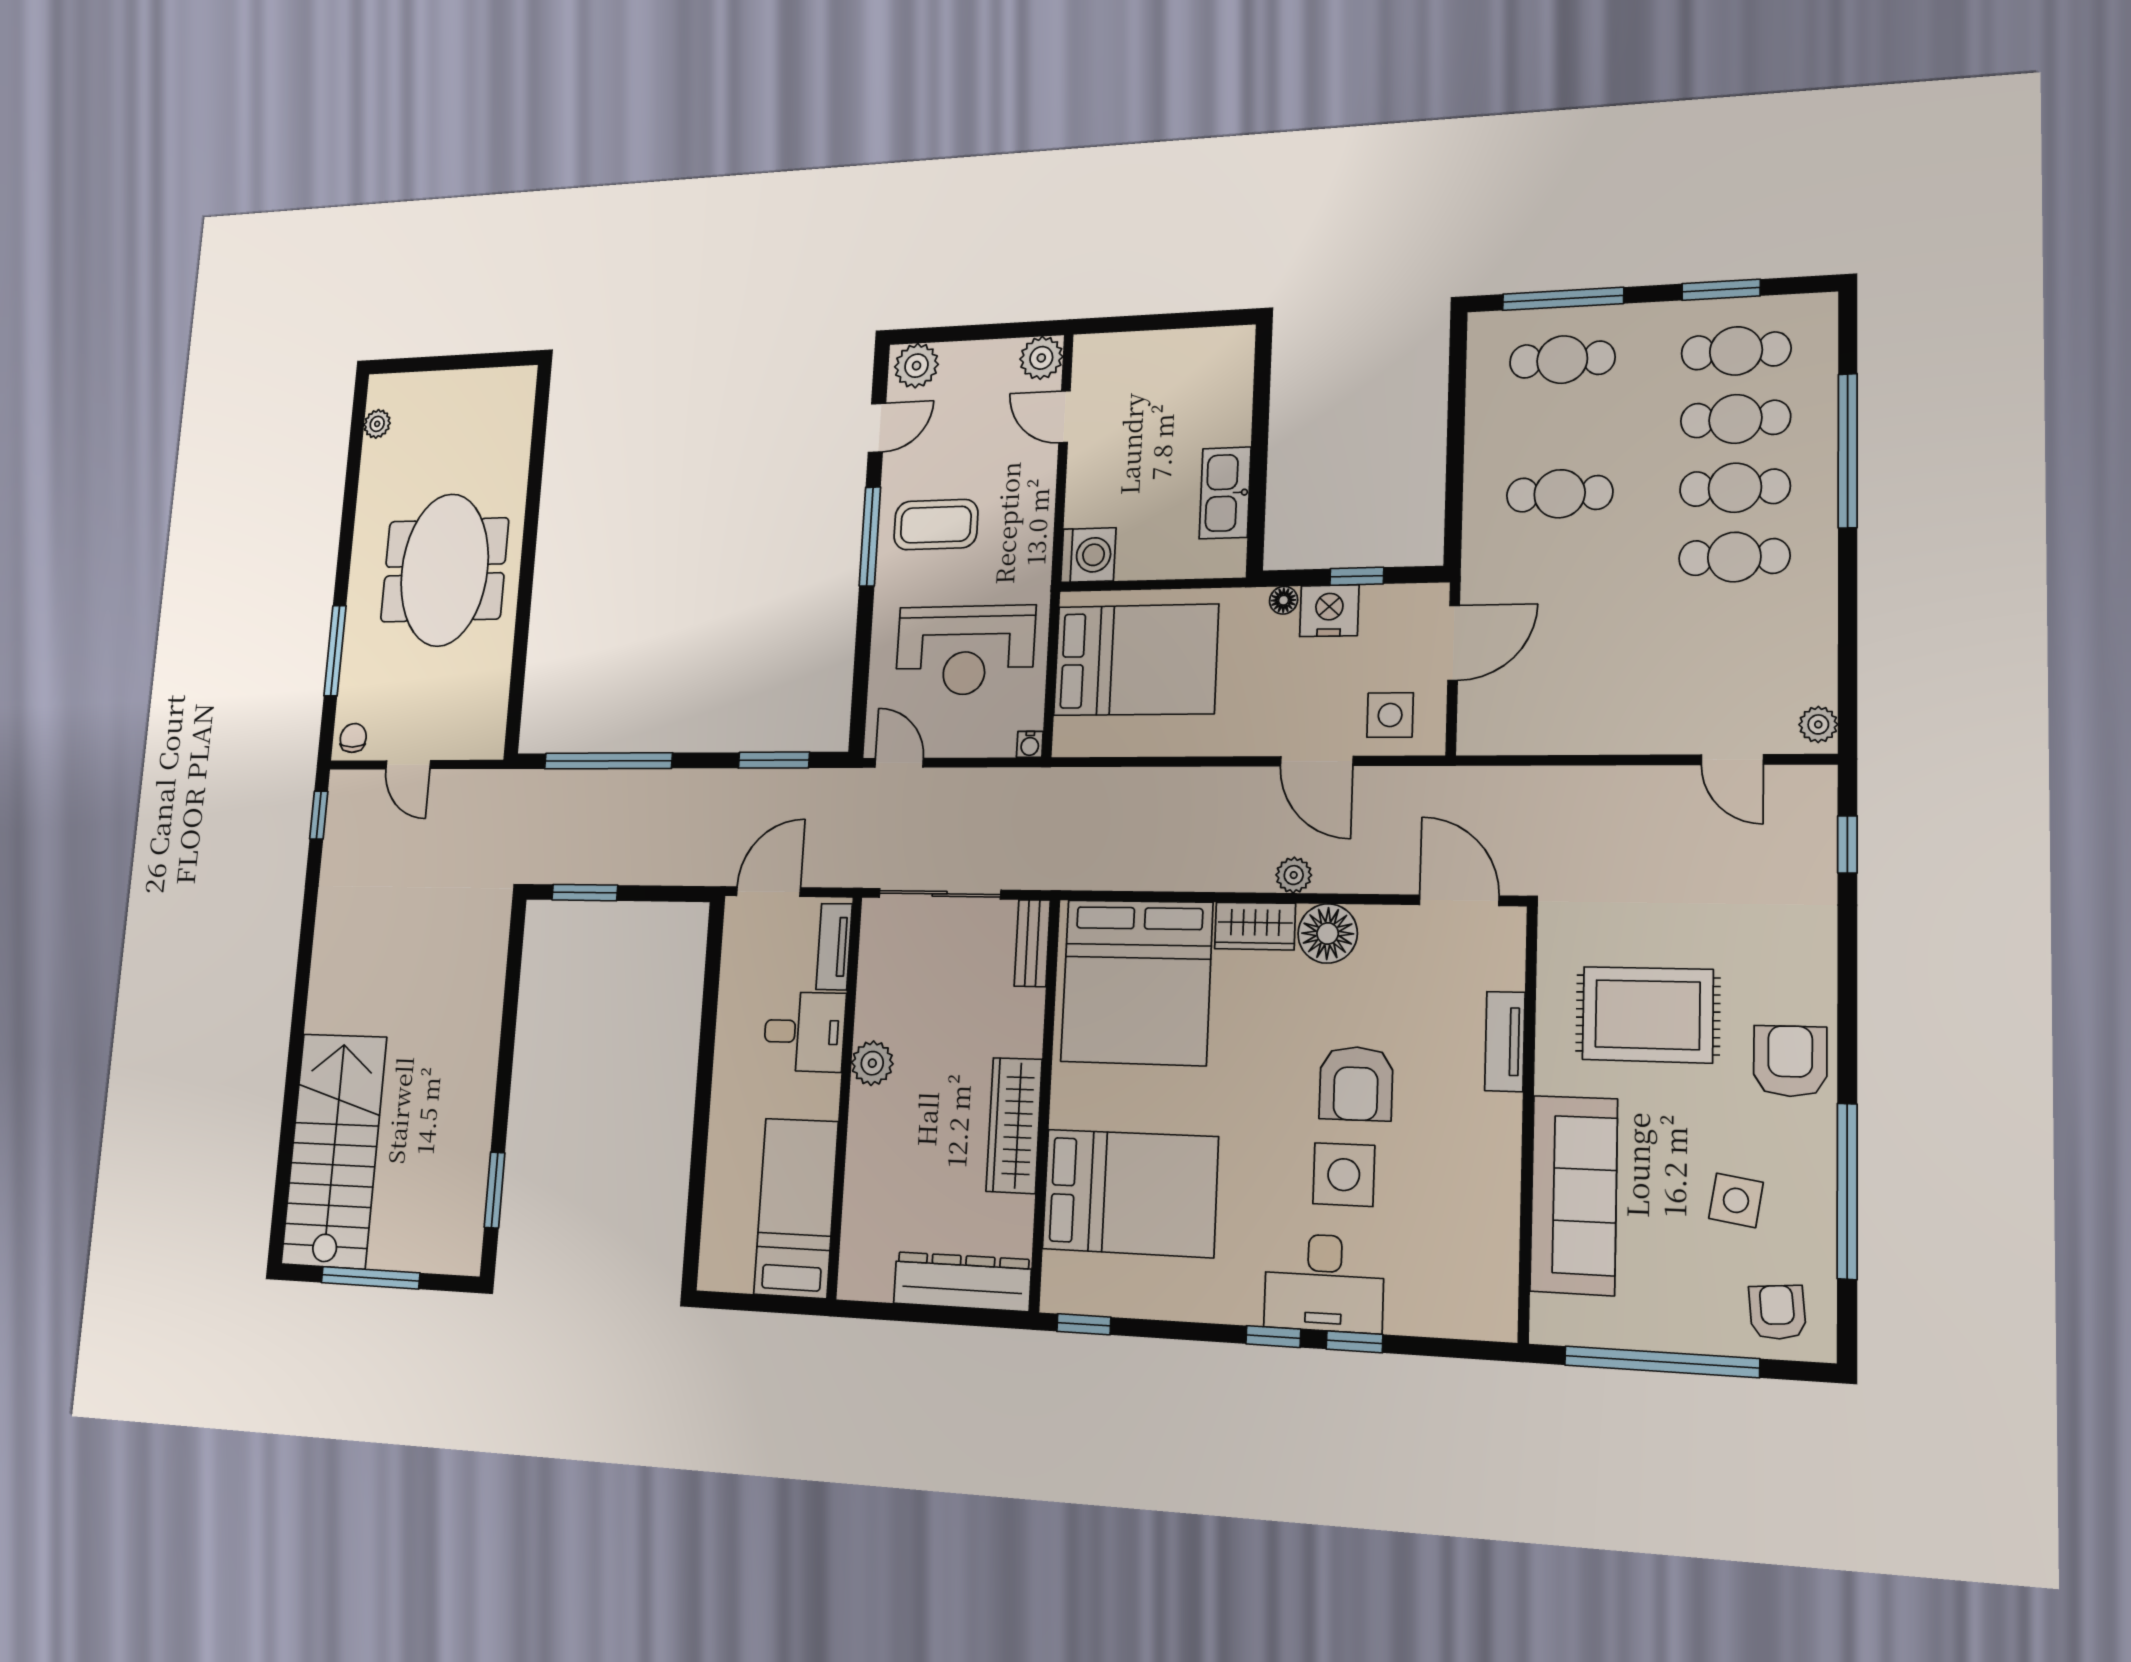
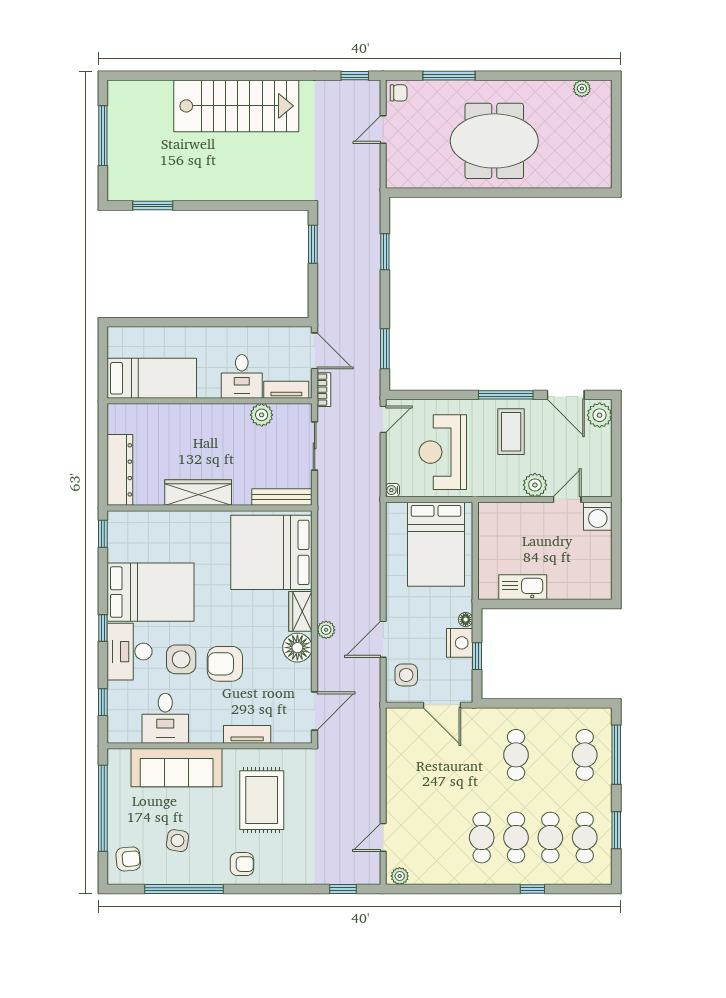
plant: (1041, 358) -> (535, 485), moved
door: (877, 428) -> (566, 395), width x1.37
window: (1848, 451) -> (532, 889), width x0.32
washing machine: (1088, 555) -> (598, 516), moved
window: (608, 761) -> (385, 252), width x0.47
bookcase: (839, 875) -> (324, 390), added
sliding door: (940, 894) -> (315, 446), width x0.73
bench: (1032, 943) -> (282, 497), width x1.36
armchair: (1790, 1061) -> (242, 864), width x0.72, depth x0.72
plant: (872, 1063) -> (262, 415), moved
stairs: (334, 1150) -> (236, 106), moved
bed: (1130, 1193) -> (151, 592), moved, turned -90
desk: (1466, 1214) -> (165, 718), added
window: (1354, 1342) -> (103, 702), moved

